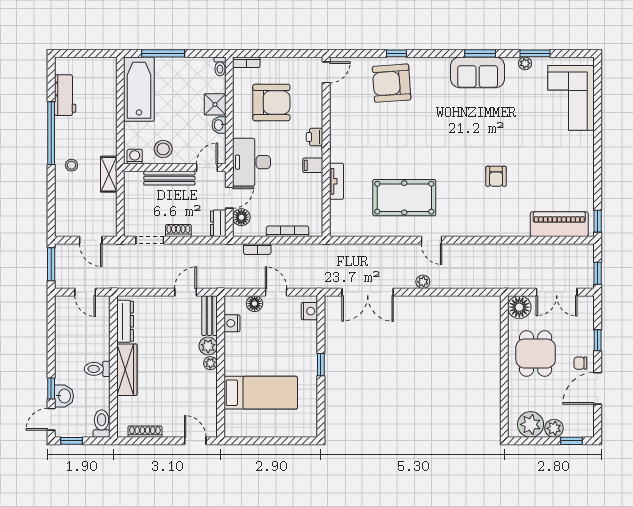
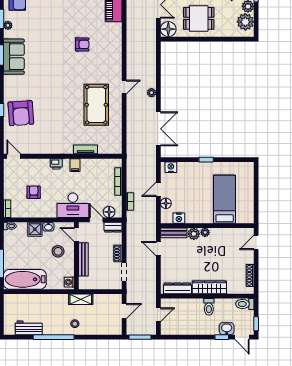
armchair: (271, 103) -> (34, 192), width x0.53, depth x0.53
stool: (163, 149) -> (58, 251), moved

